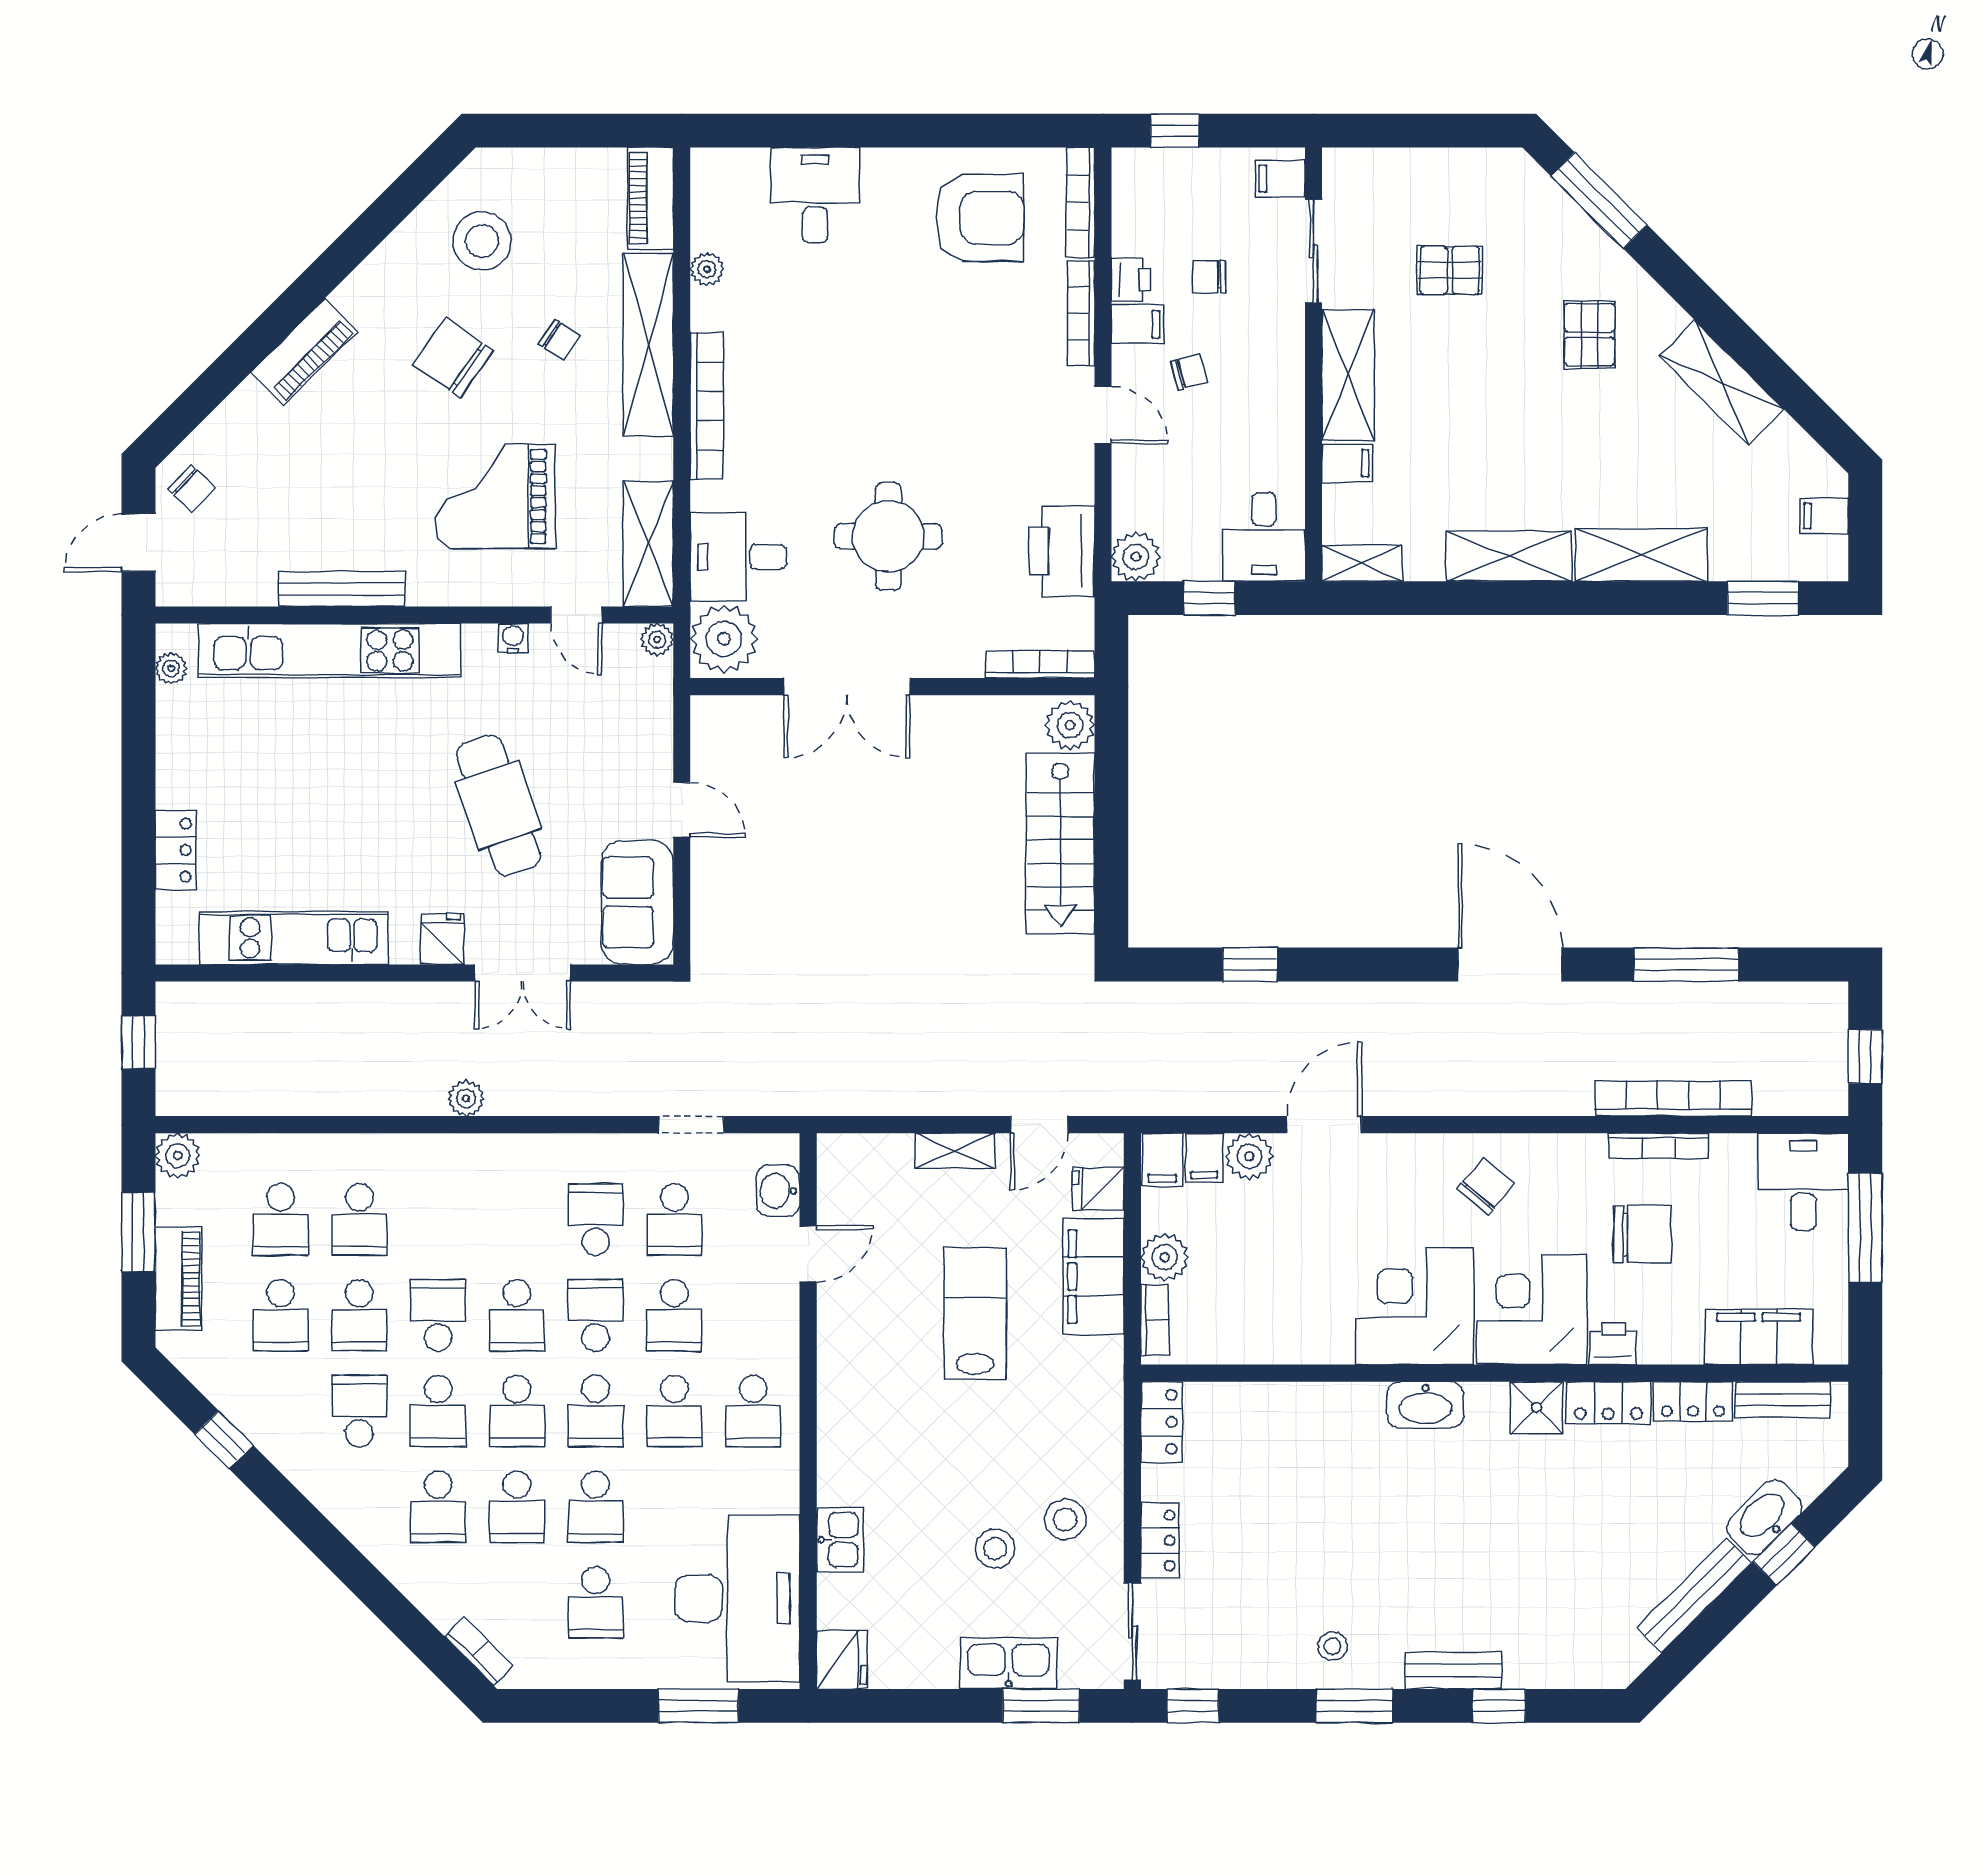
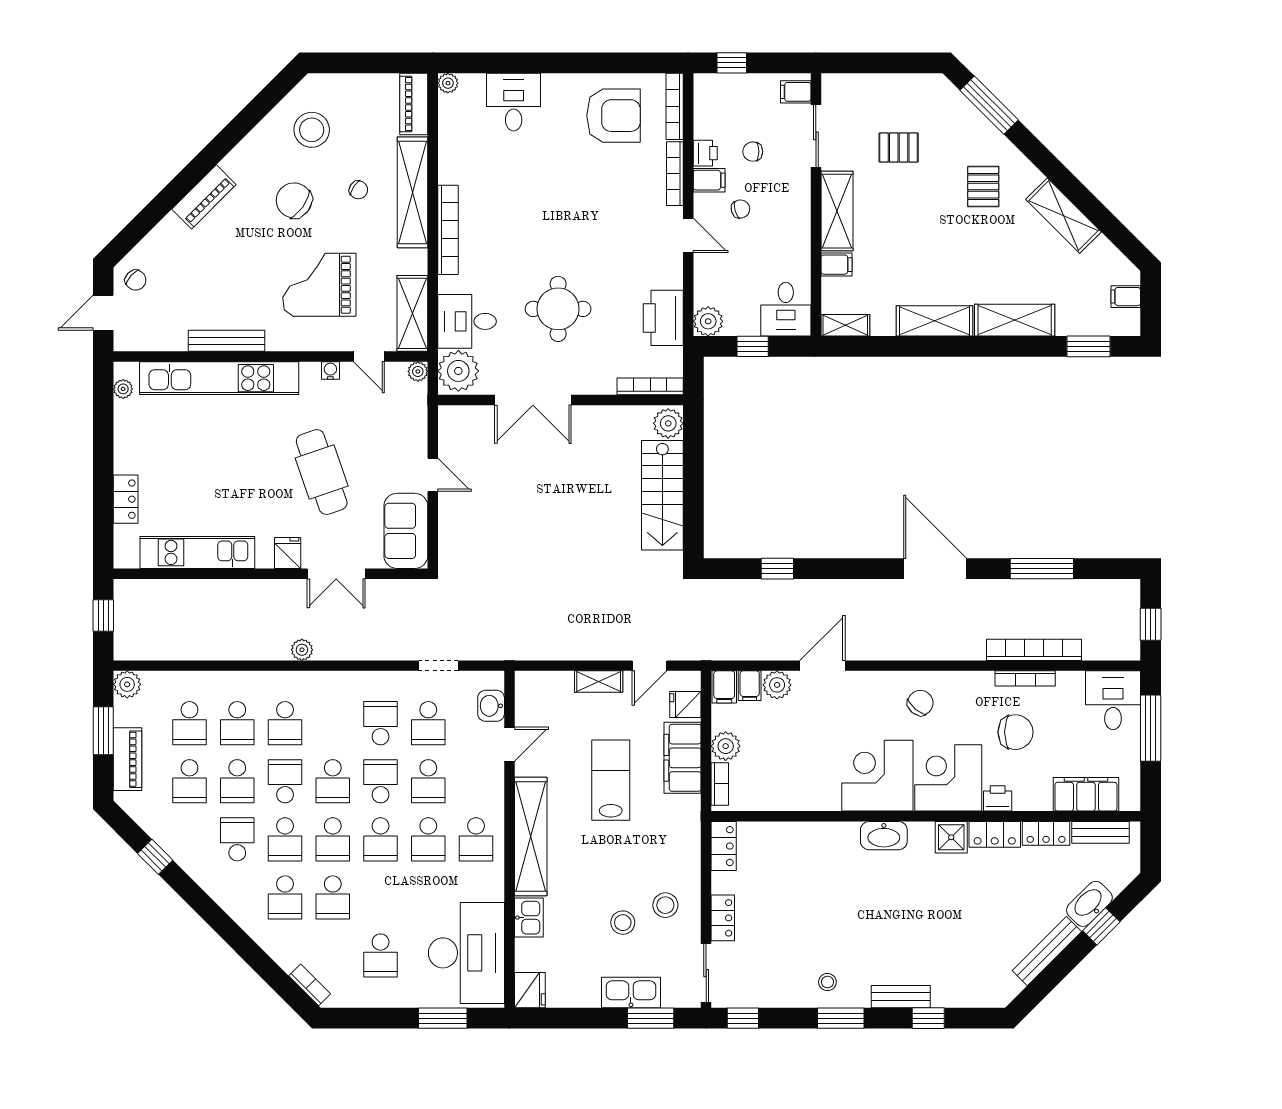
plant: (707, 269) -> (448, 83), moved
shelving: (843, 1406) -> (531, 836), added
school desk: (596, 1507) -> (285, 723), moved

